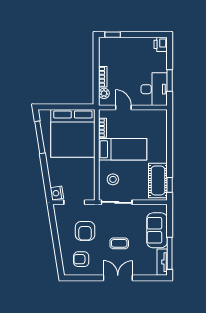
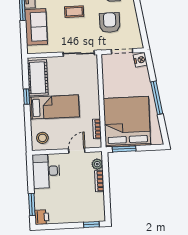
window: (170, 81) -> (32, 204), moved
window: (77, 107) -> (124, 149), added
door: (123, 108) -> (77, 151), swing flipped
window: (40, 137) -> (157, 98), moved
bed: (123, 149) -> (54, 107), moved, turned 180
stool: (113, 179) -> (42, 138), moved
window: (170, 185) -> (27, 97), moved

